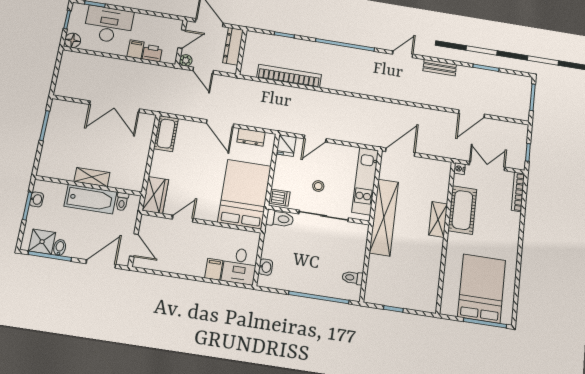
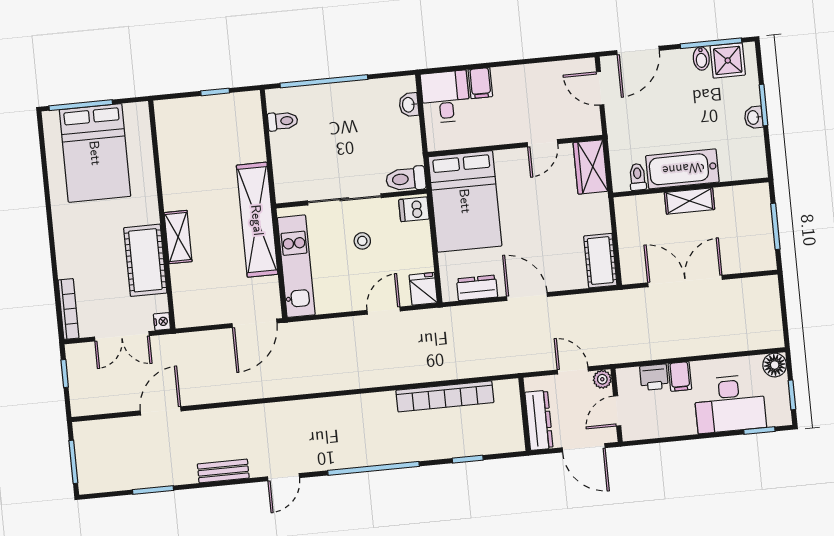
shelving: (92, 177) -> (690, 201), moved
wall: (88, 186) -> (691, 187), moved
bathtub: (90, 199) -> (682, 169), moved
toilet: (122, 202) -> (638, 177), moved

